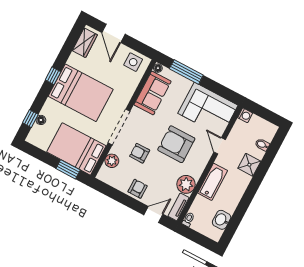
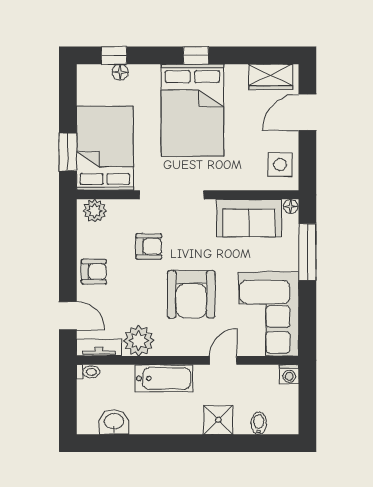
armchair: (176, 144) -> (191, 294), turned 180
armchair: (140, 153) -> (149, 246), turned 90
plant: (112, 161) -> (95, 211), moved

